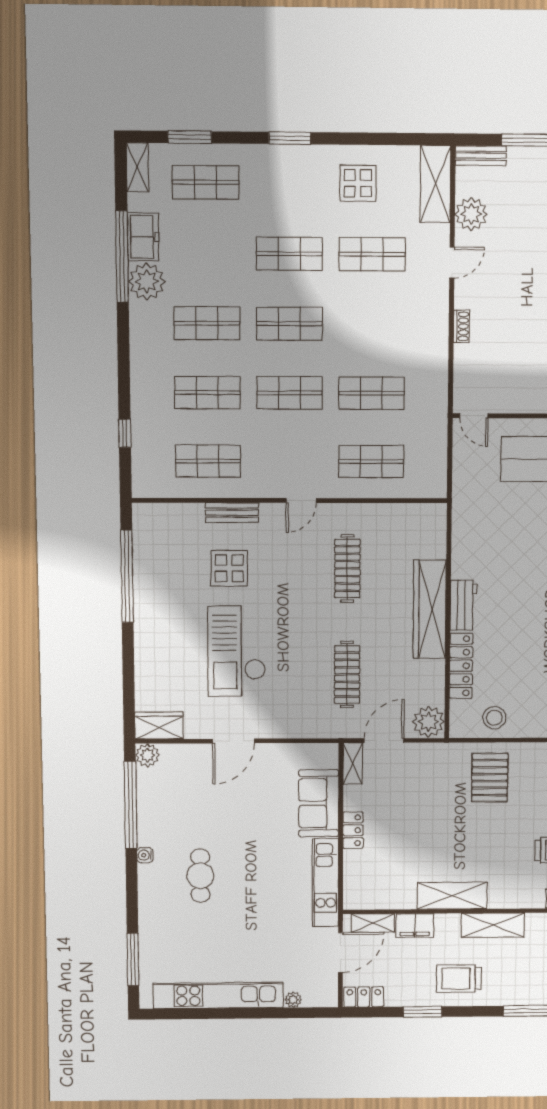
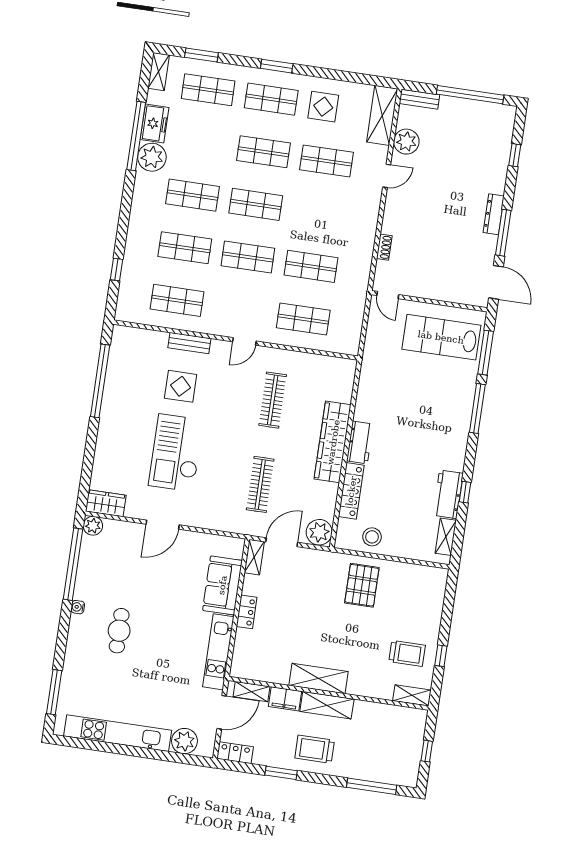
shop shelf: (289, 183) -> (271, 99), added
shoe rack: (461, 326) -> (384, 247), moved
shelving: (493, 925) -> (327, 705), moved
plant: (293, 1000) -> (184, 741), width x1.87, depth x1.87

